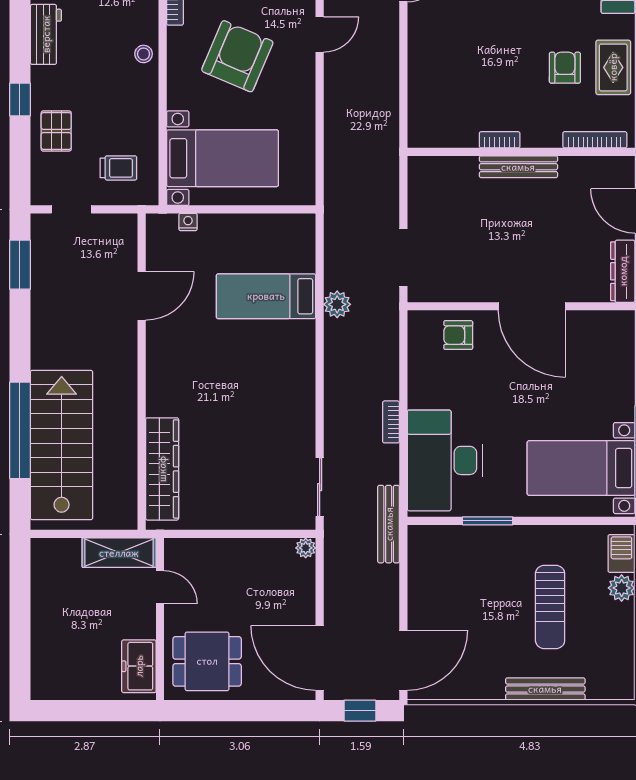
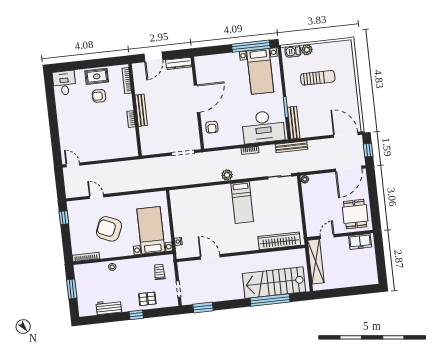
bed: (266, 296) -> (242, 202), moved
plant: (337, 304) -> (227, 175), moved
shelving: (119, 553) -> (316, 262), width x1.47
bench: (545, 689) -> (294, 123), moved

